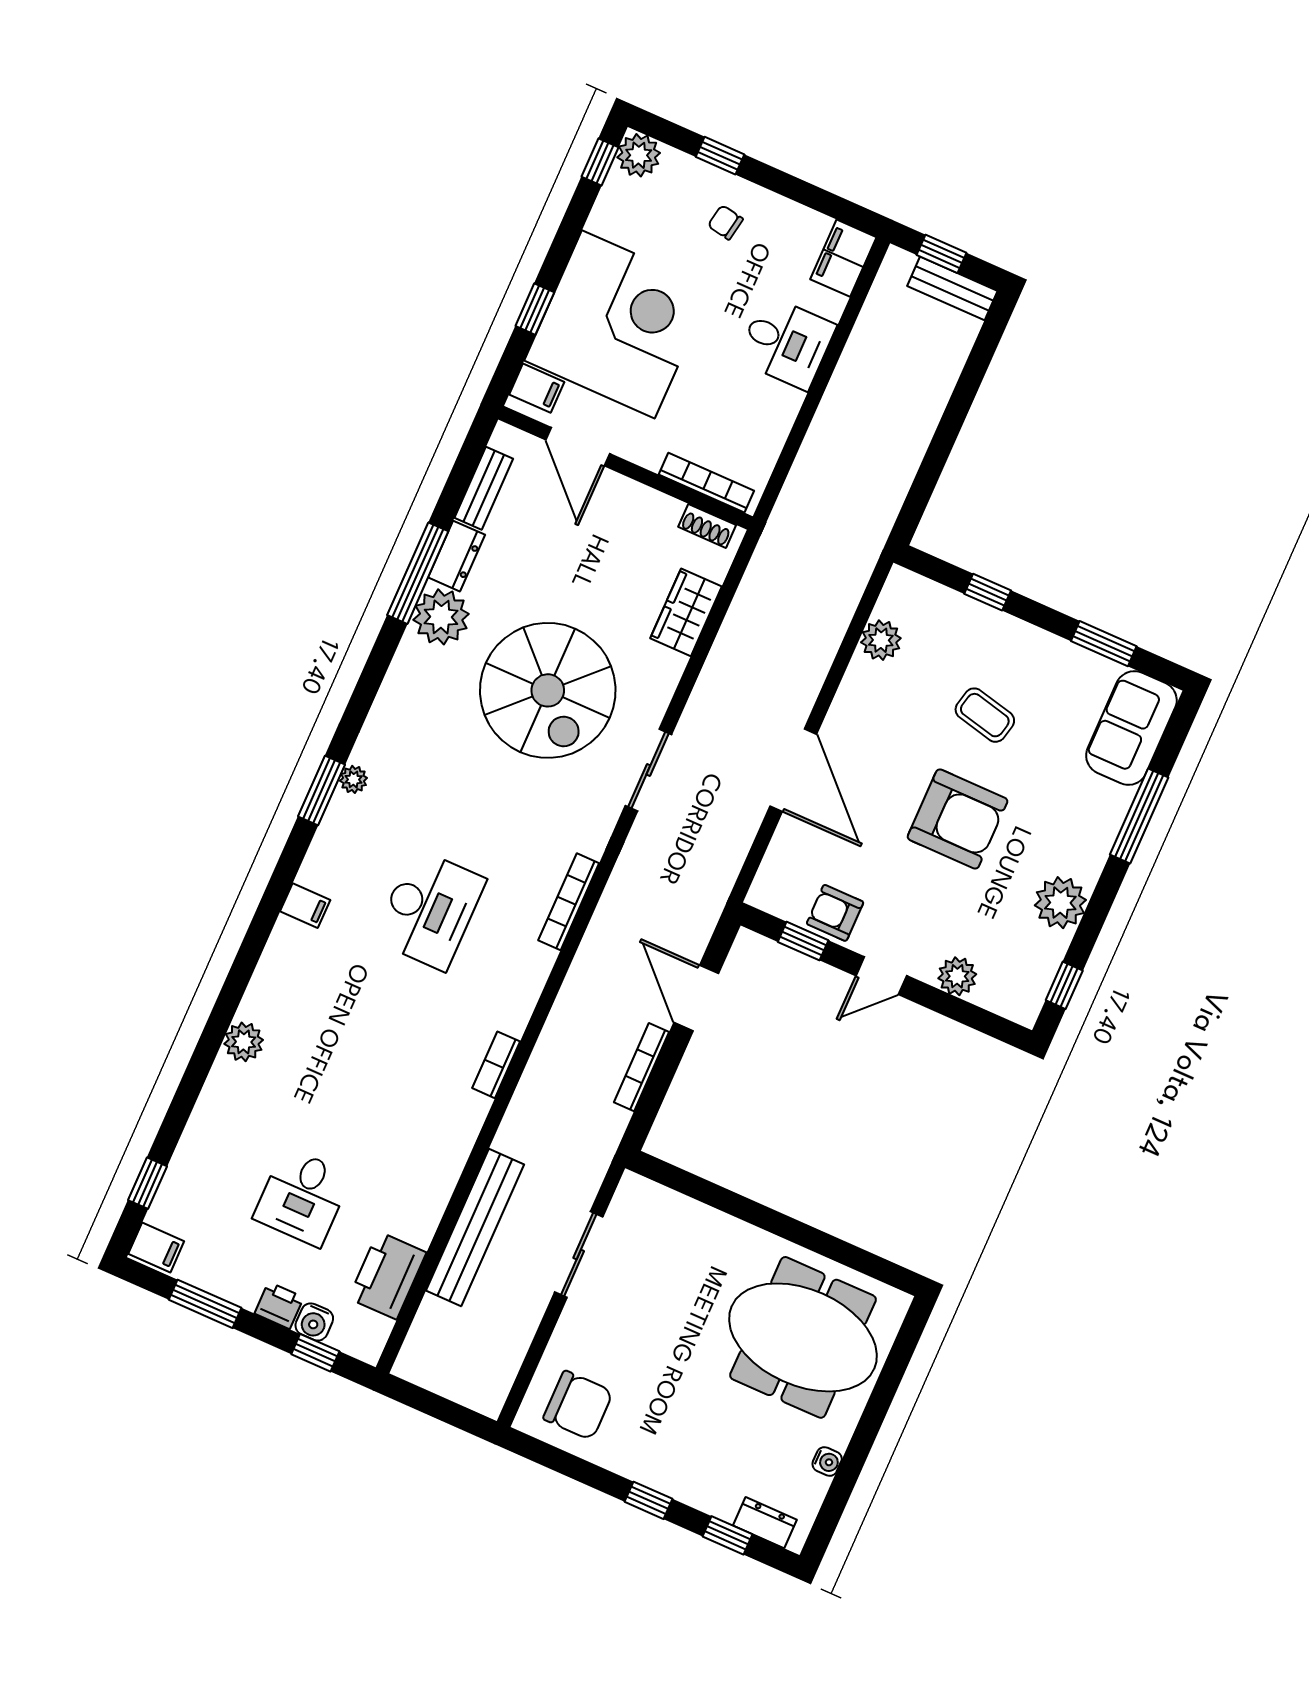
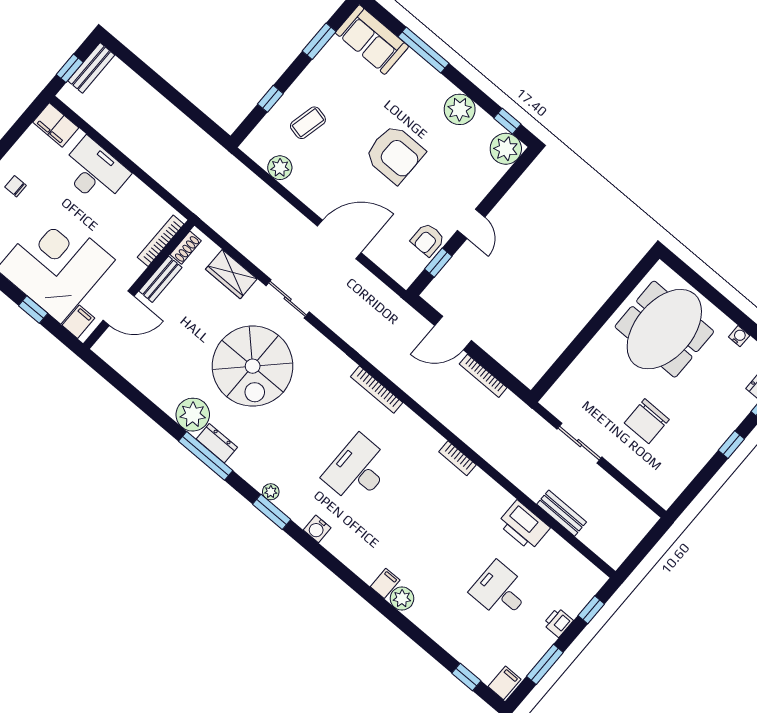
chair: (725, 222) -> (16, 186), turned 80
desk: (786, 343) -> (94, 172), width x1.37
bench: (484, 488) -> (160, 279), moved, turned 90
dresser: (457, 556) -> (217, 443), moved
window: (418, 573) -> (206, 456), moved
spiral stairs: (548, 690) -> (253, 366), turned 90
coffee table: (985, 715) -> (308, 123), moved
sliding door: (648, 770) -> (288, 299), moved
armchair: (958, 819) -> (395, 154), turned 90
filing cabinet: (305, 906) -> (385, 583), moved
desk: (430, 910) -> (358, 470), turned -90
plant: (957, 976) -> (506, 149), moved, width x1.36, depth x1.36
desk: (302, 1197) -> (500, 591), turned 180
bench: (475, 1227) -> (562, 513), width x0.54, depth x0.82
printer: (387, 1275) -> (524, 526), moved
water cooler: (314, 1322) -> (317, 529), moved, turned 90
chair: (578, 1405) -> (647, 421), moved, turned 180

